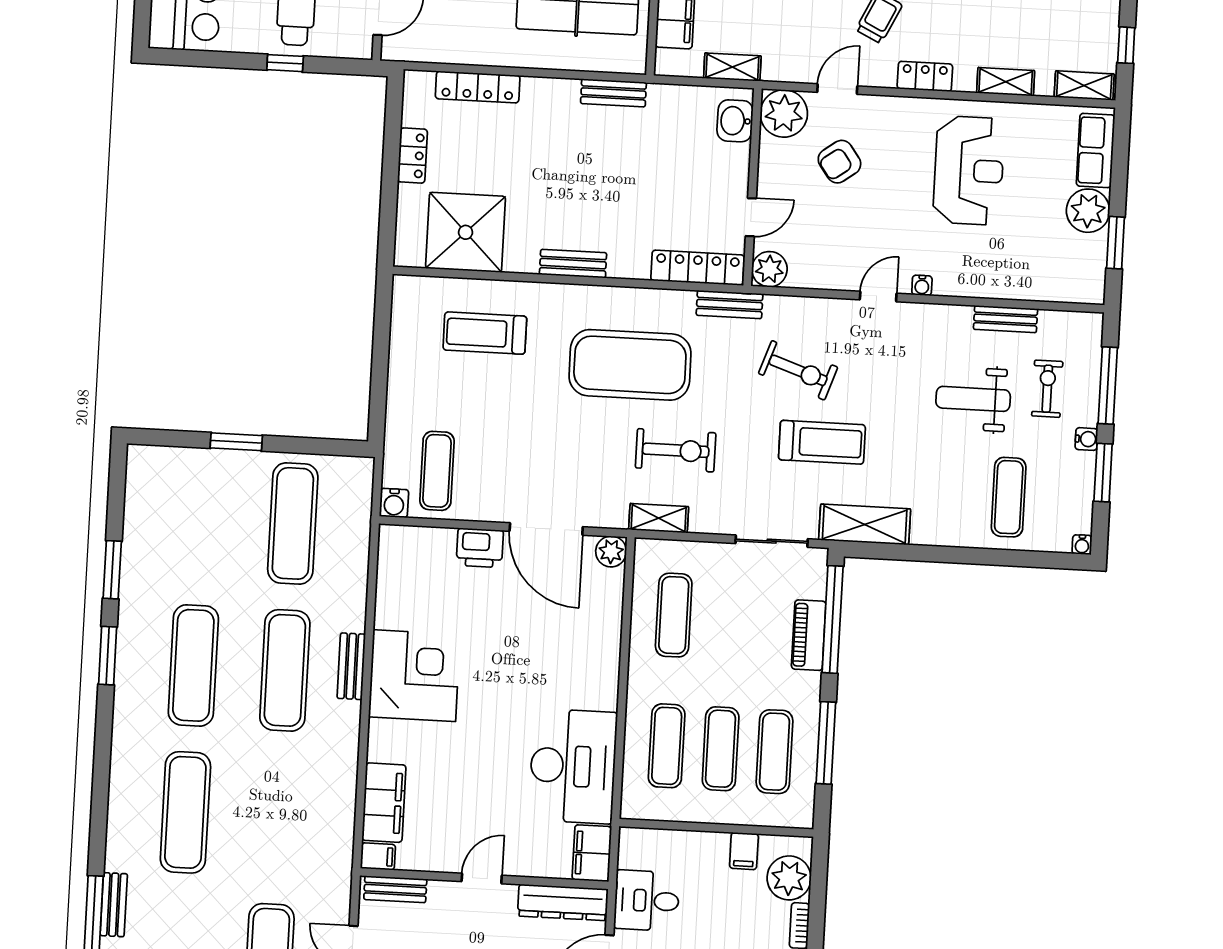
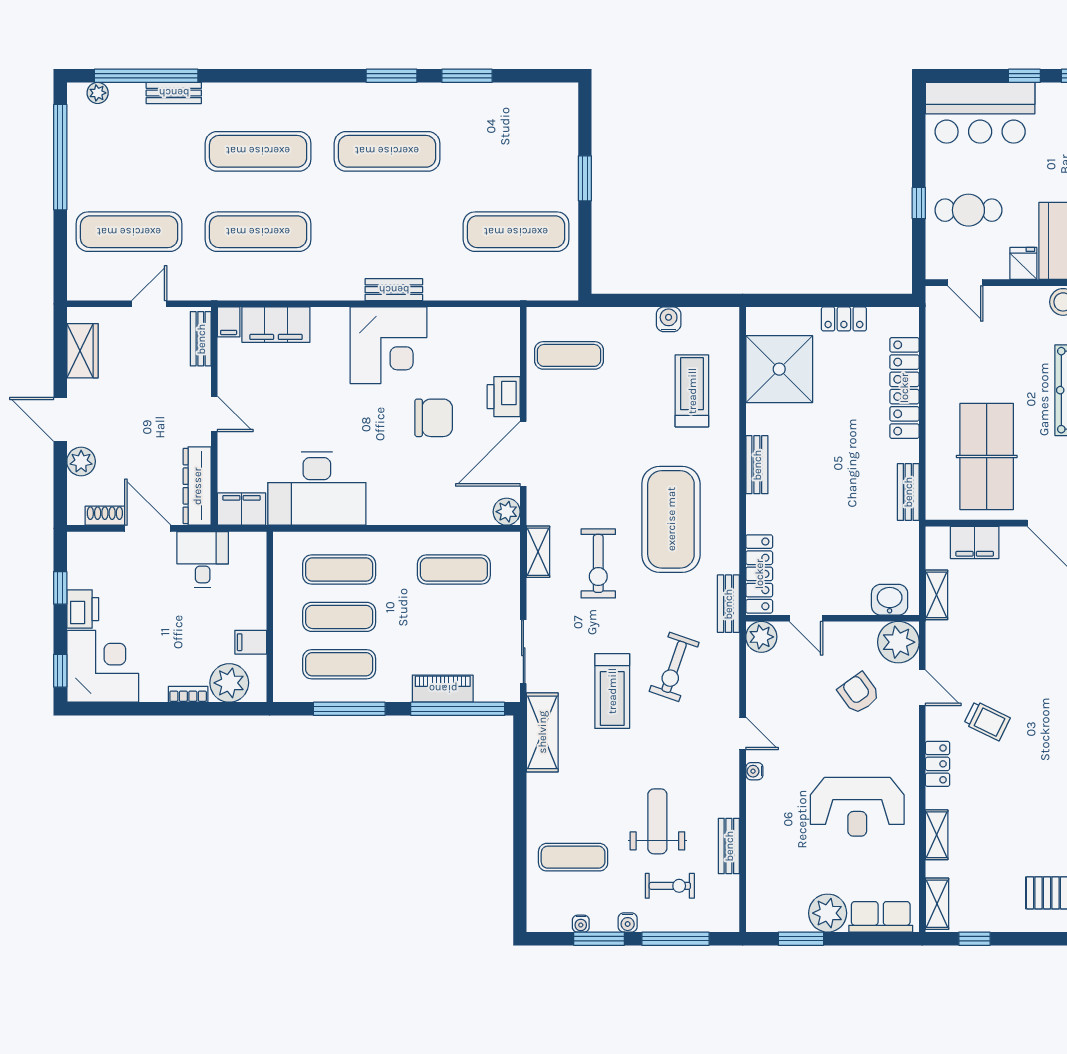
locker: (478, 87) -> (904, 388), width x1.41, depth x1.21
water cooler: (394, 503) -> (669, 319), moved, turned 90
water cooler: (1082, 545) -> (581, 924), moved, turned -90
chair: (500, 629) -> (434, 418), added
exercise mat: (285, 670) -> (258, 232), moved

